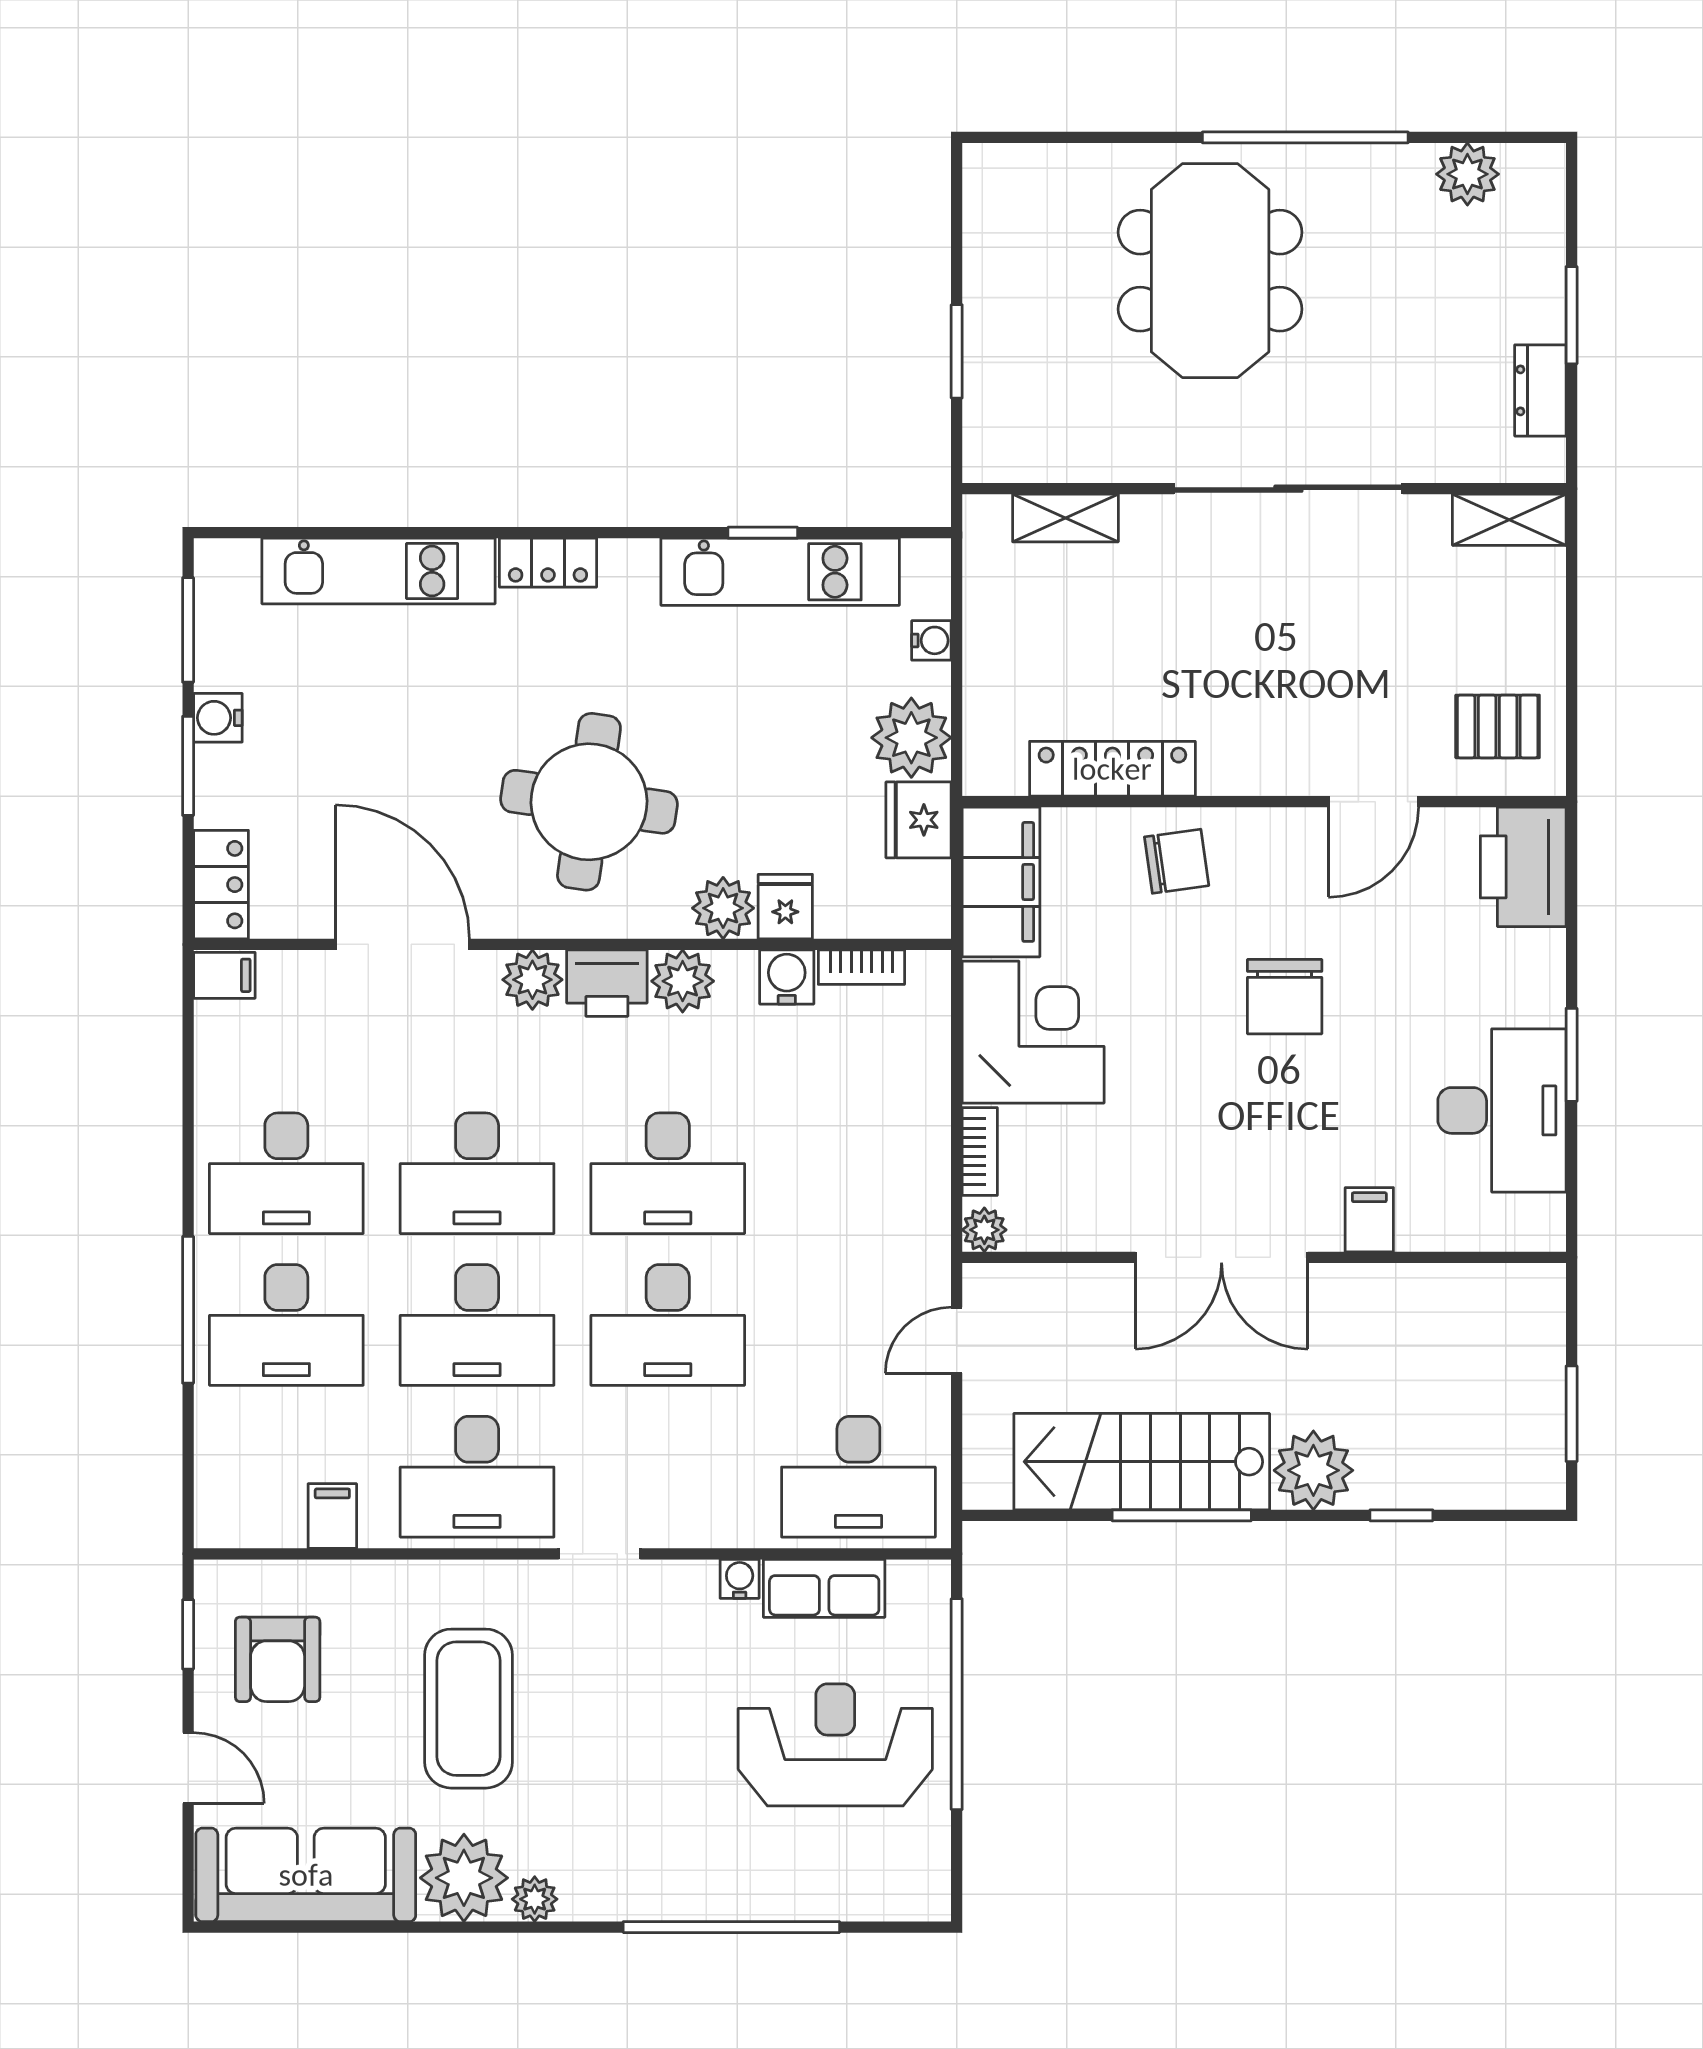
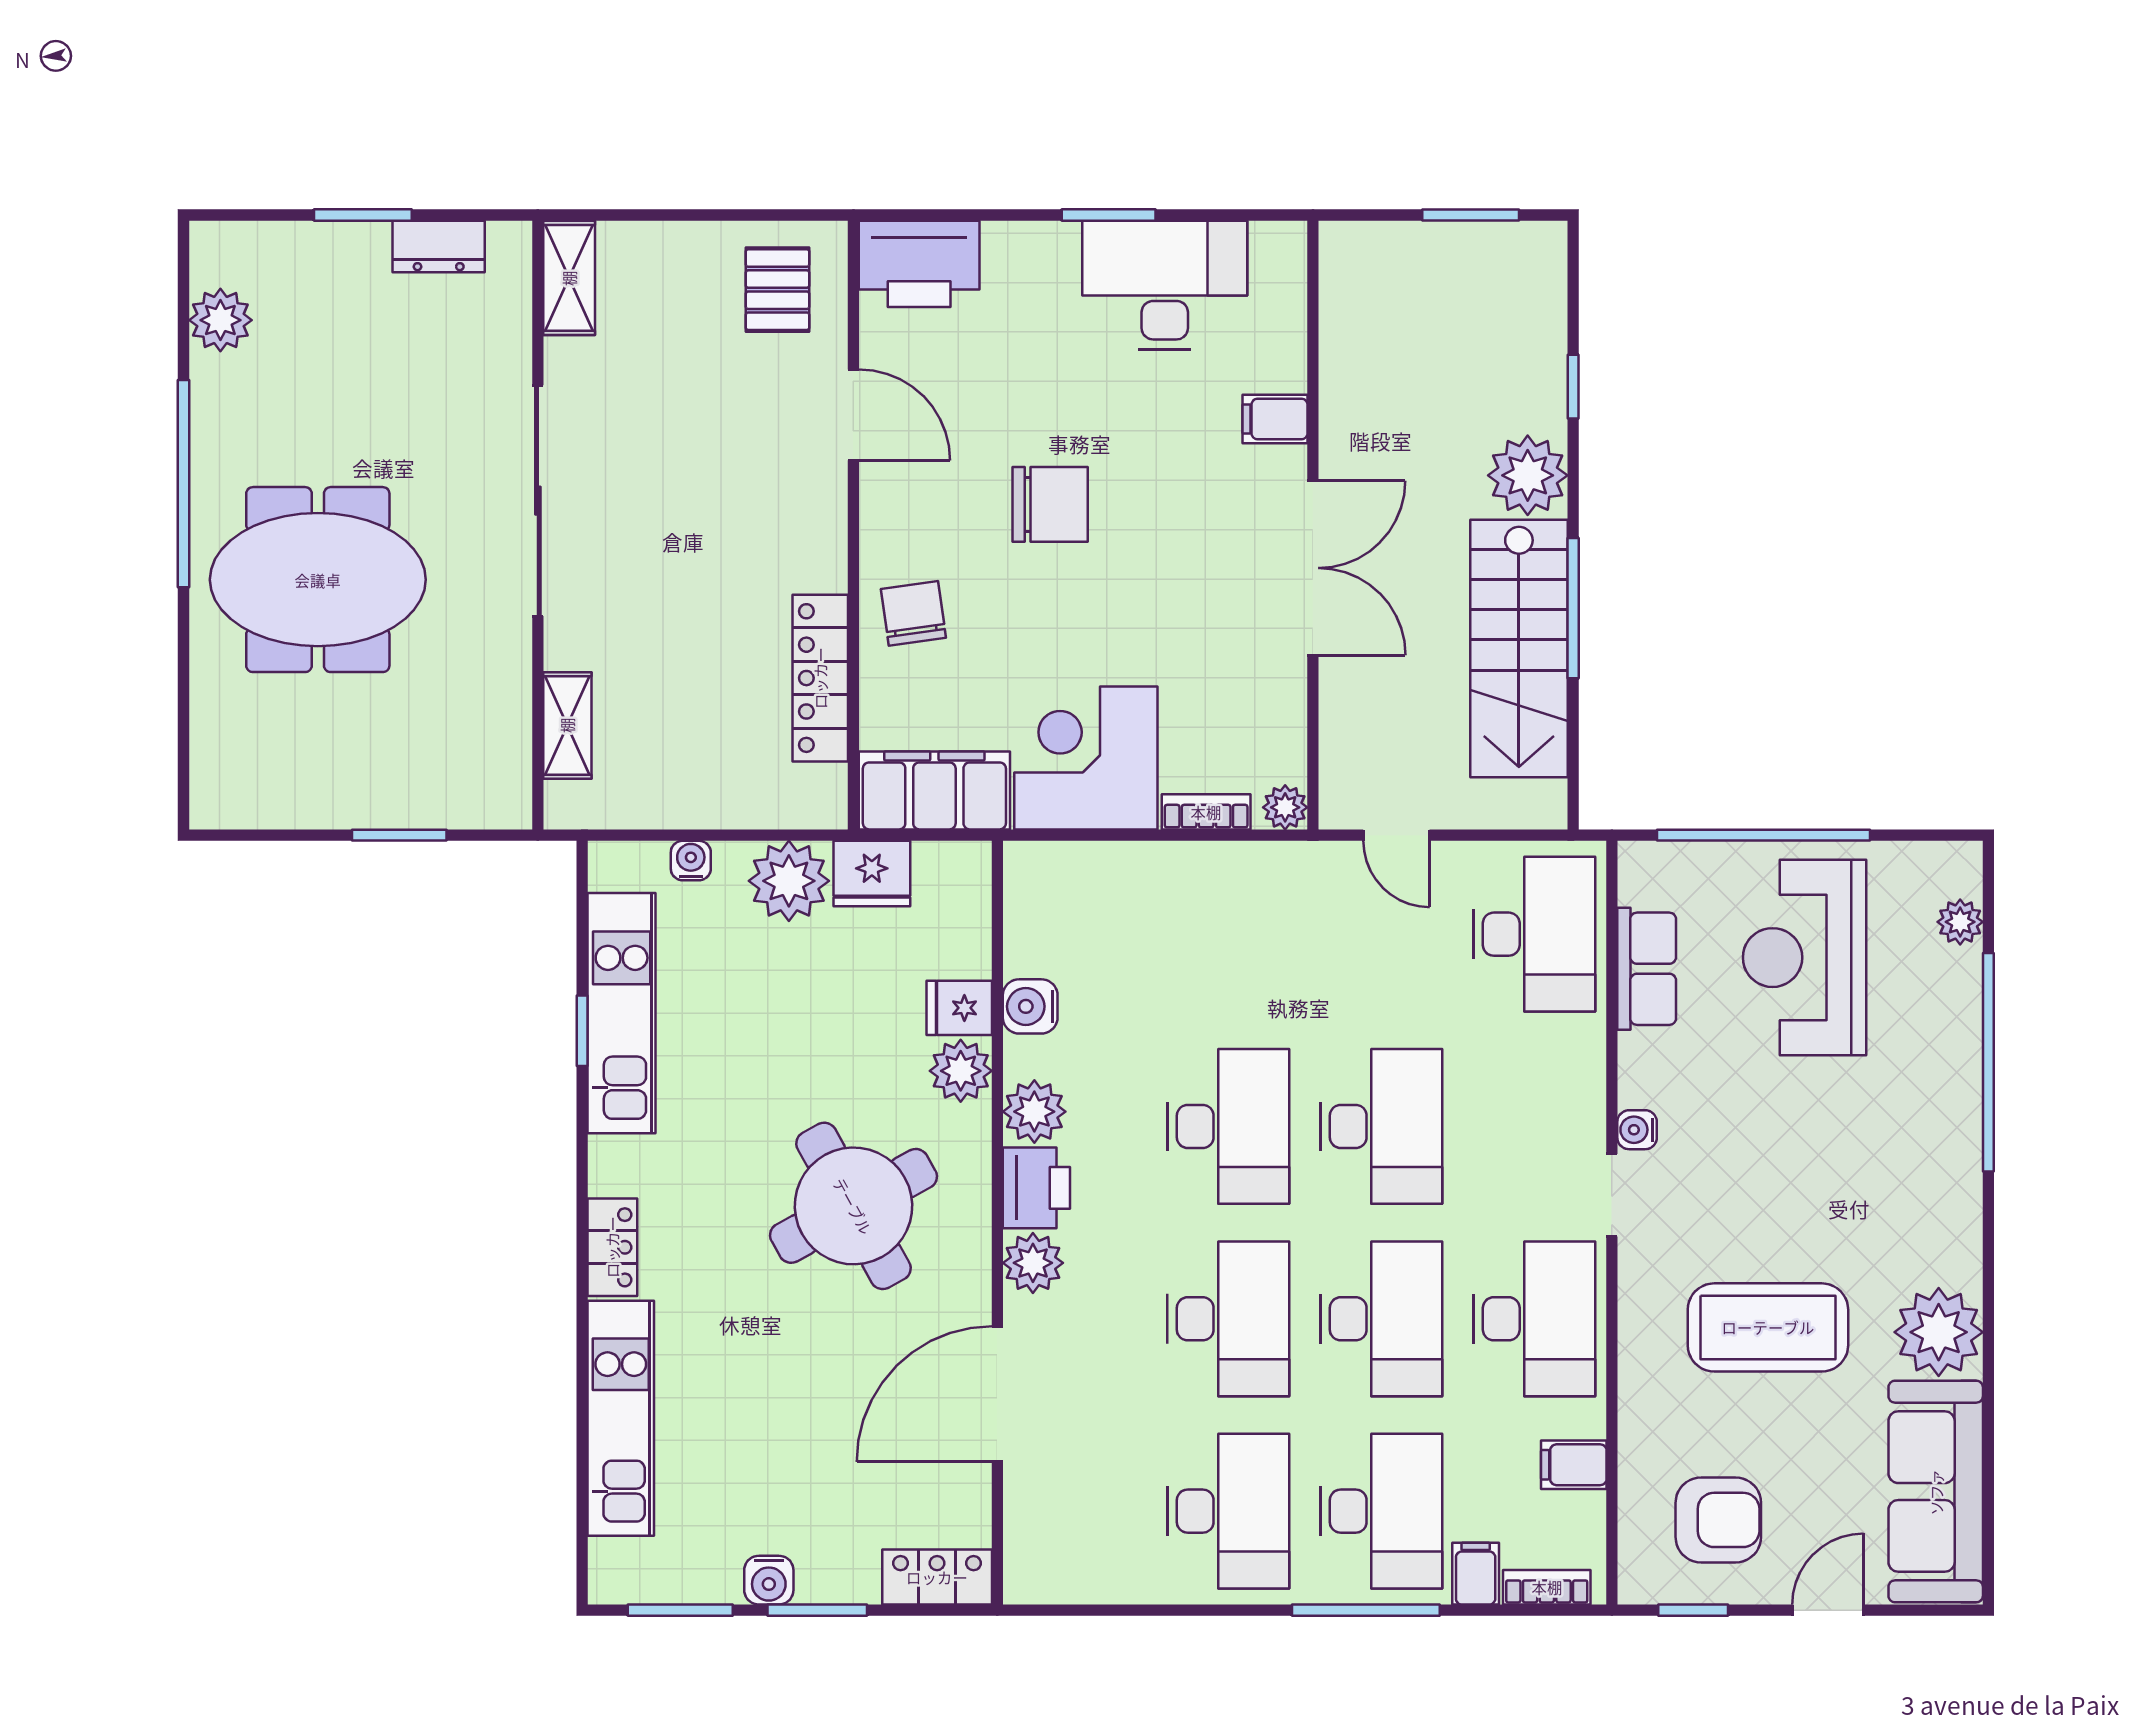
round table: (589, 802) -> (853, 1206), turned -37
bookcase: (861, 967) -> (1547, 1587), moved, turned -90
filing cabinet: (224, 975) -> (1476, 1574), moved
water cooler: (740, 1579) -> (1637, 1130), moved
plant: (535, 1899) -> (1960, 922), moved

